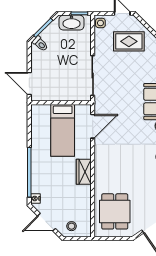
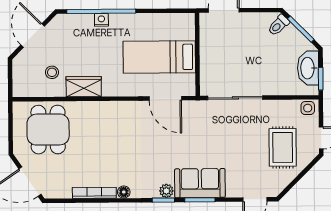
wardrobe: (84, 172) -> (84, 87), moved
nightstand: (35, 198) -> (101, 20), moved
dining table: (115, 211) -> (48, 130), turned 90
stool: (71, 226) -> (52, 72), moved

